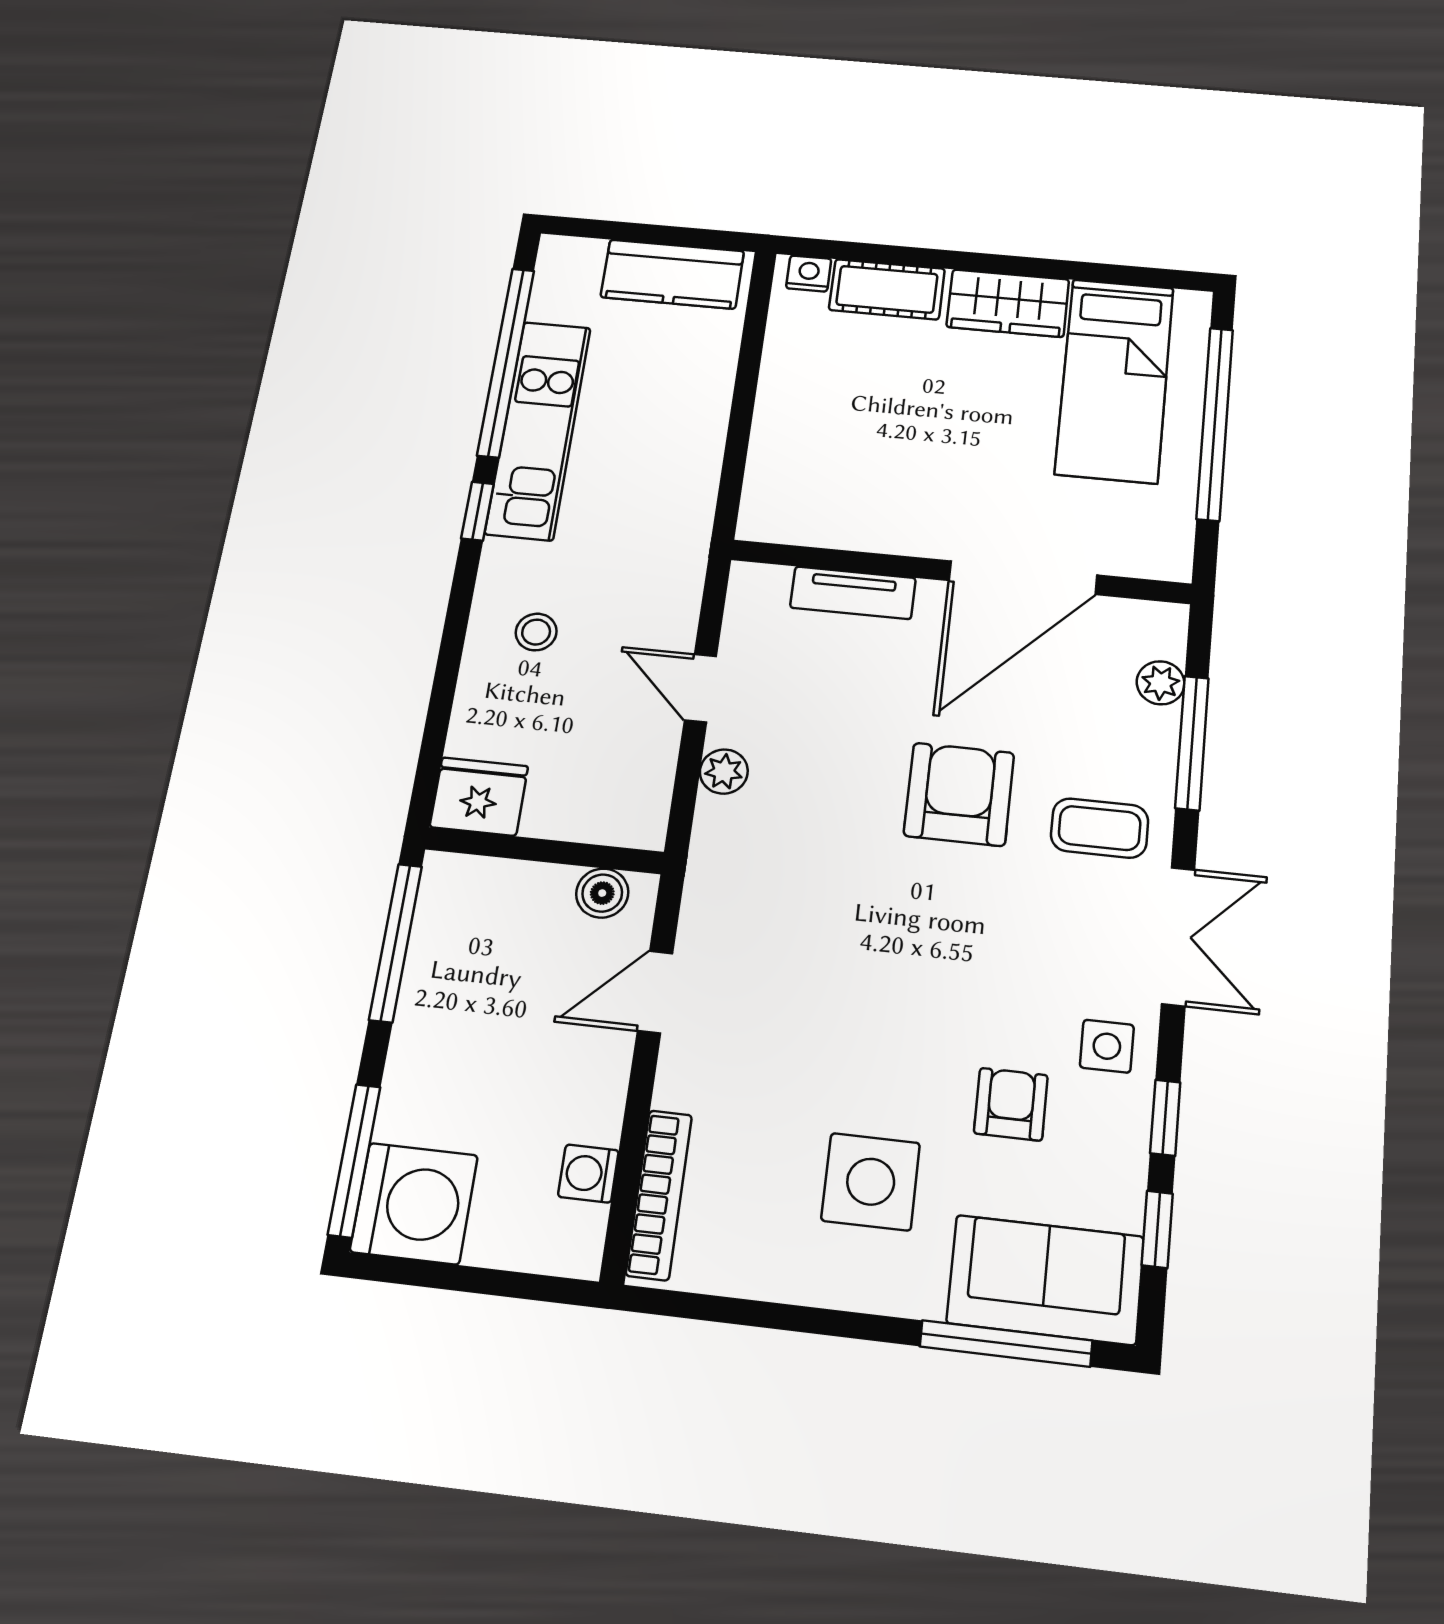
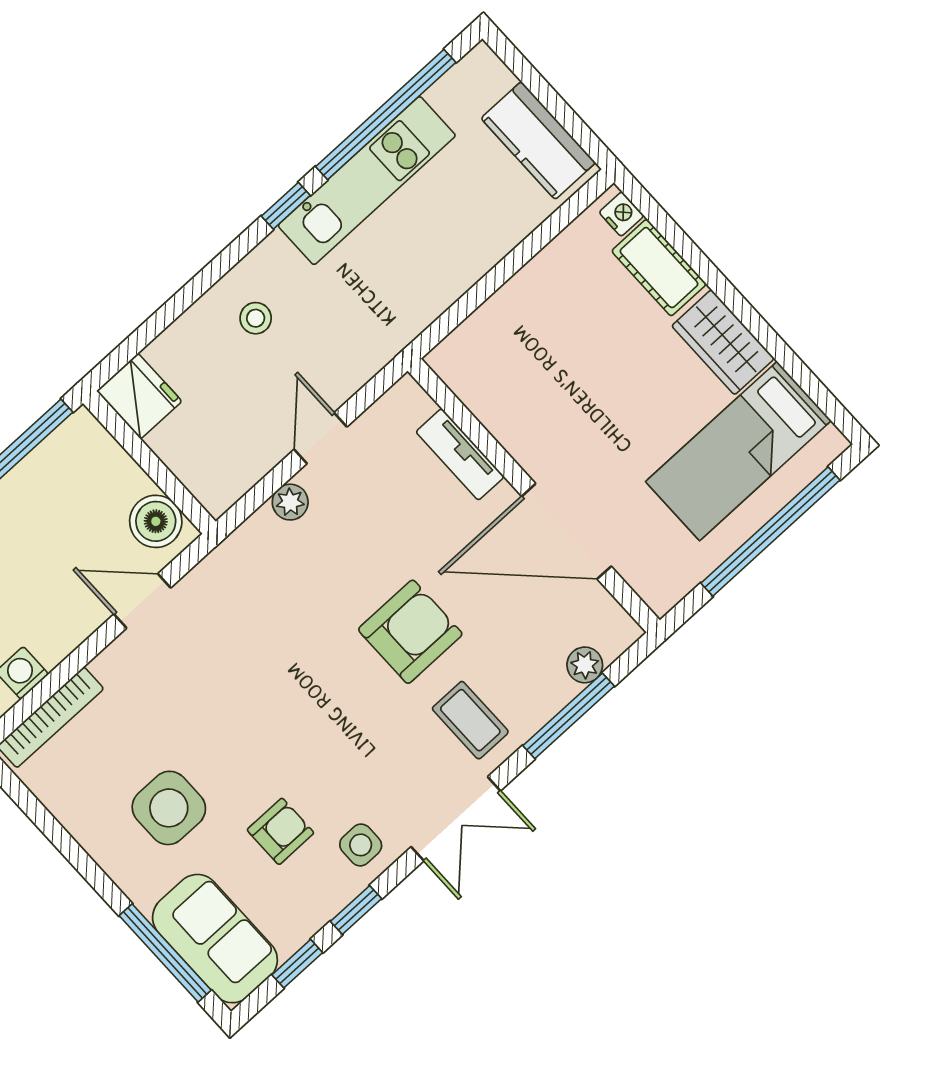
boiler: (602, 893) -> (156, 521), width x1.36, depth x1.36

